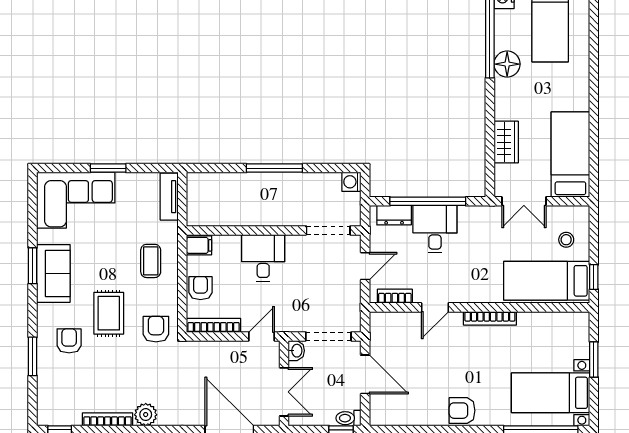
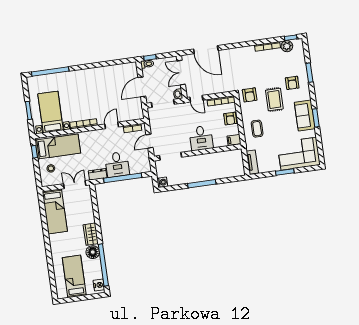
wardrobe: (506, 142) -> (91, 234), moved
dresser: (394, 215) -> (98, 174), moved
door: (262, 336) -> (196, 99), hinge flipped
door: (365, 374) -> (142, 87), hinge flipped
bed with nightstands: (551, 393) -> (51, 112), moved, turned -90
armchair: (462, 411) -> (91, 76), removed
plant: (146, 415) -> (287, 46), moved

